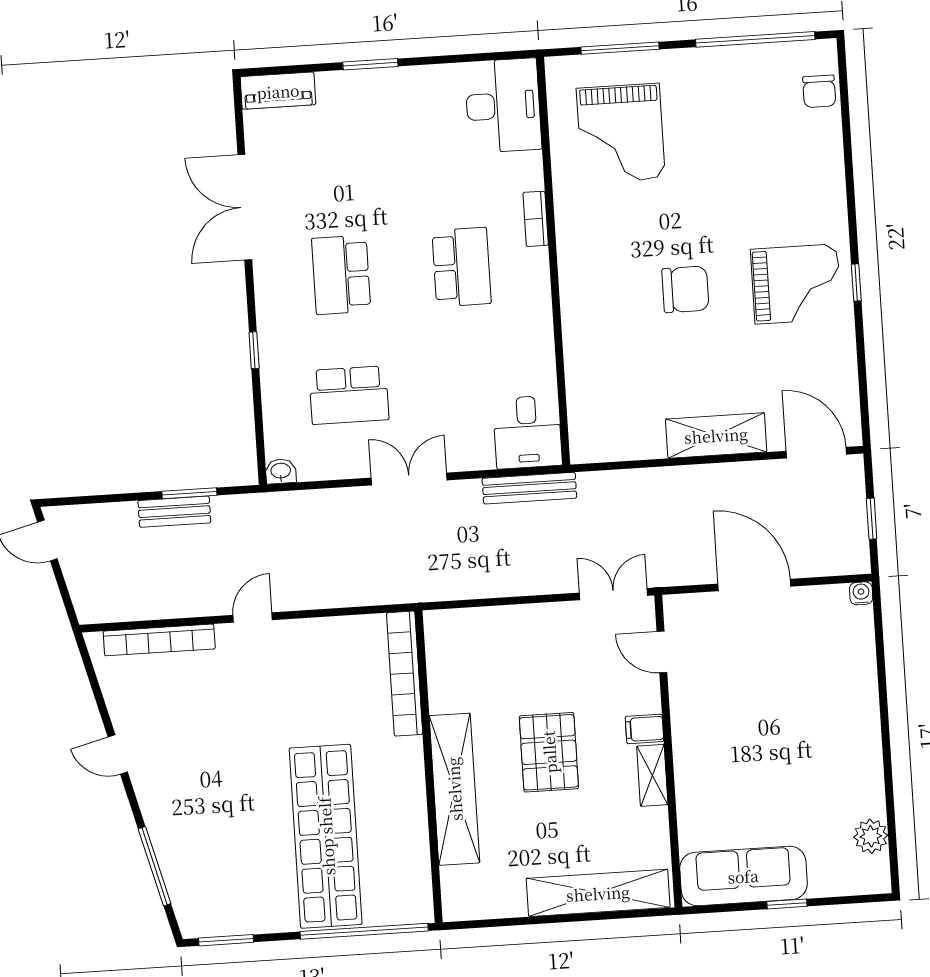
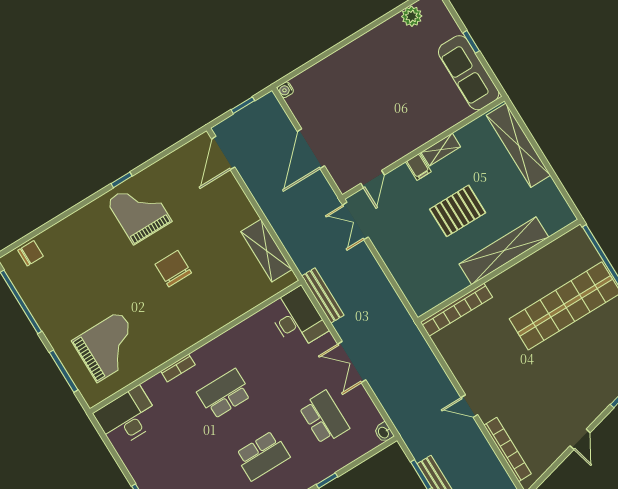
desk: (527, 432) -> (297, 319), width x1.37
shelving: (716, 435) -> (266, 251), moved

